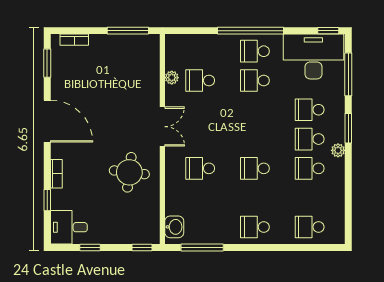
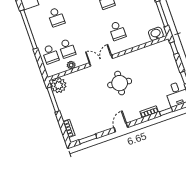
plant: (147, 47) -> (58, 85), added
school desk: (255, 51) -> (50, 54), moved
door: (47, 121) -> (121, 127), width x0.53
round table: (129, 172) -> (120, 83), moved

